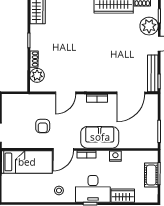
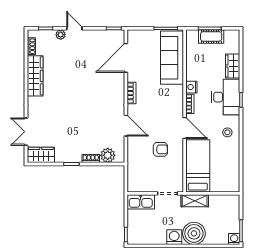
plant: (149, 26) -> (61, 35), width x0.53, depth x0.53
bench: (153, 73) -> (105, 35), removed
door: (131, 93) -> (126, 58), swing flipped
sofa: (100, 137) -> (172, 58), moved, width x1.36
nightstand: (115, 156) -> (191, 87), moved

